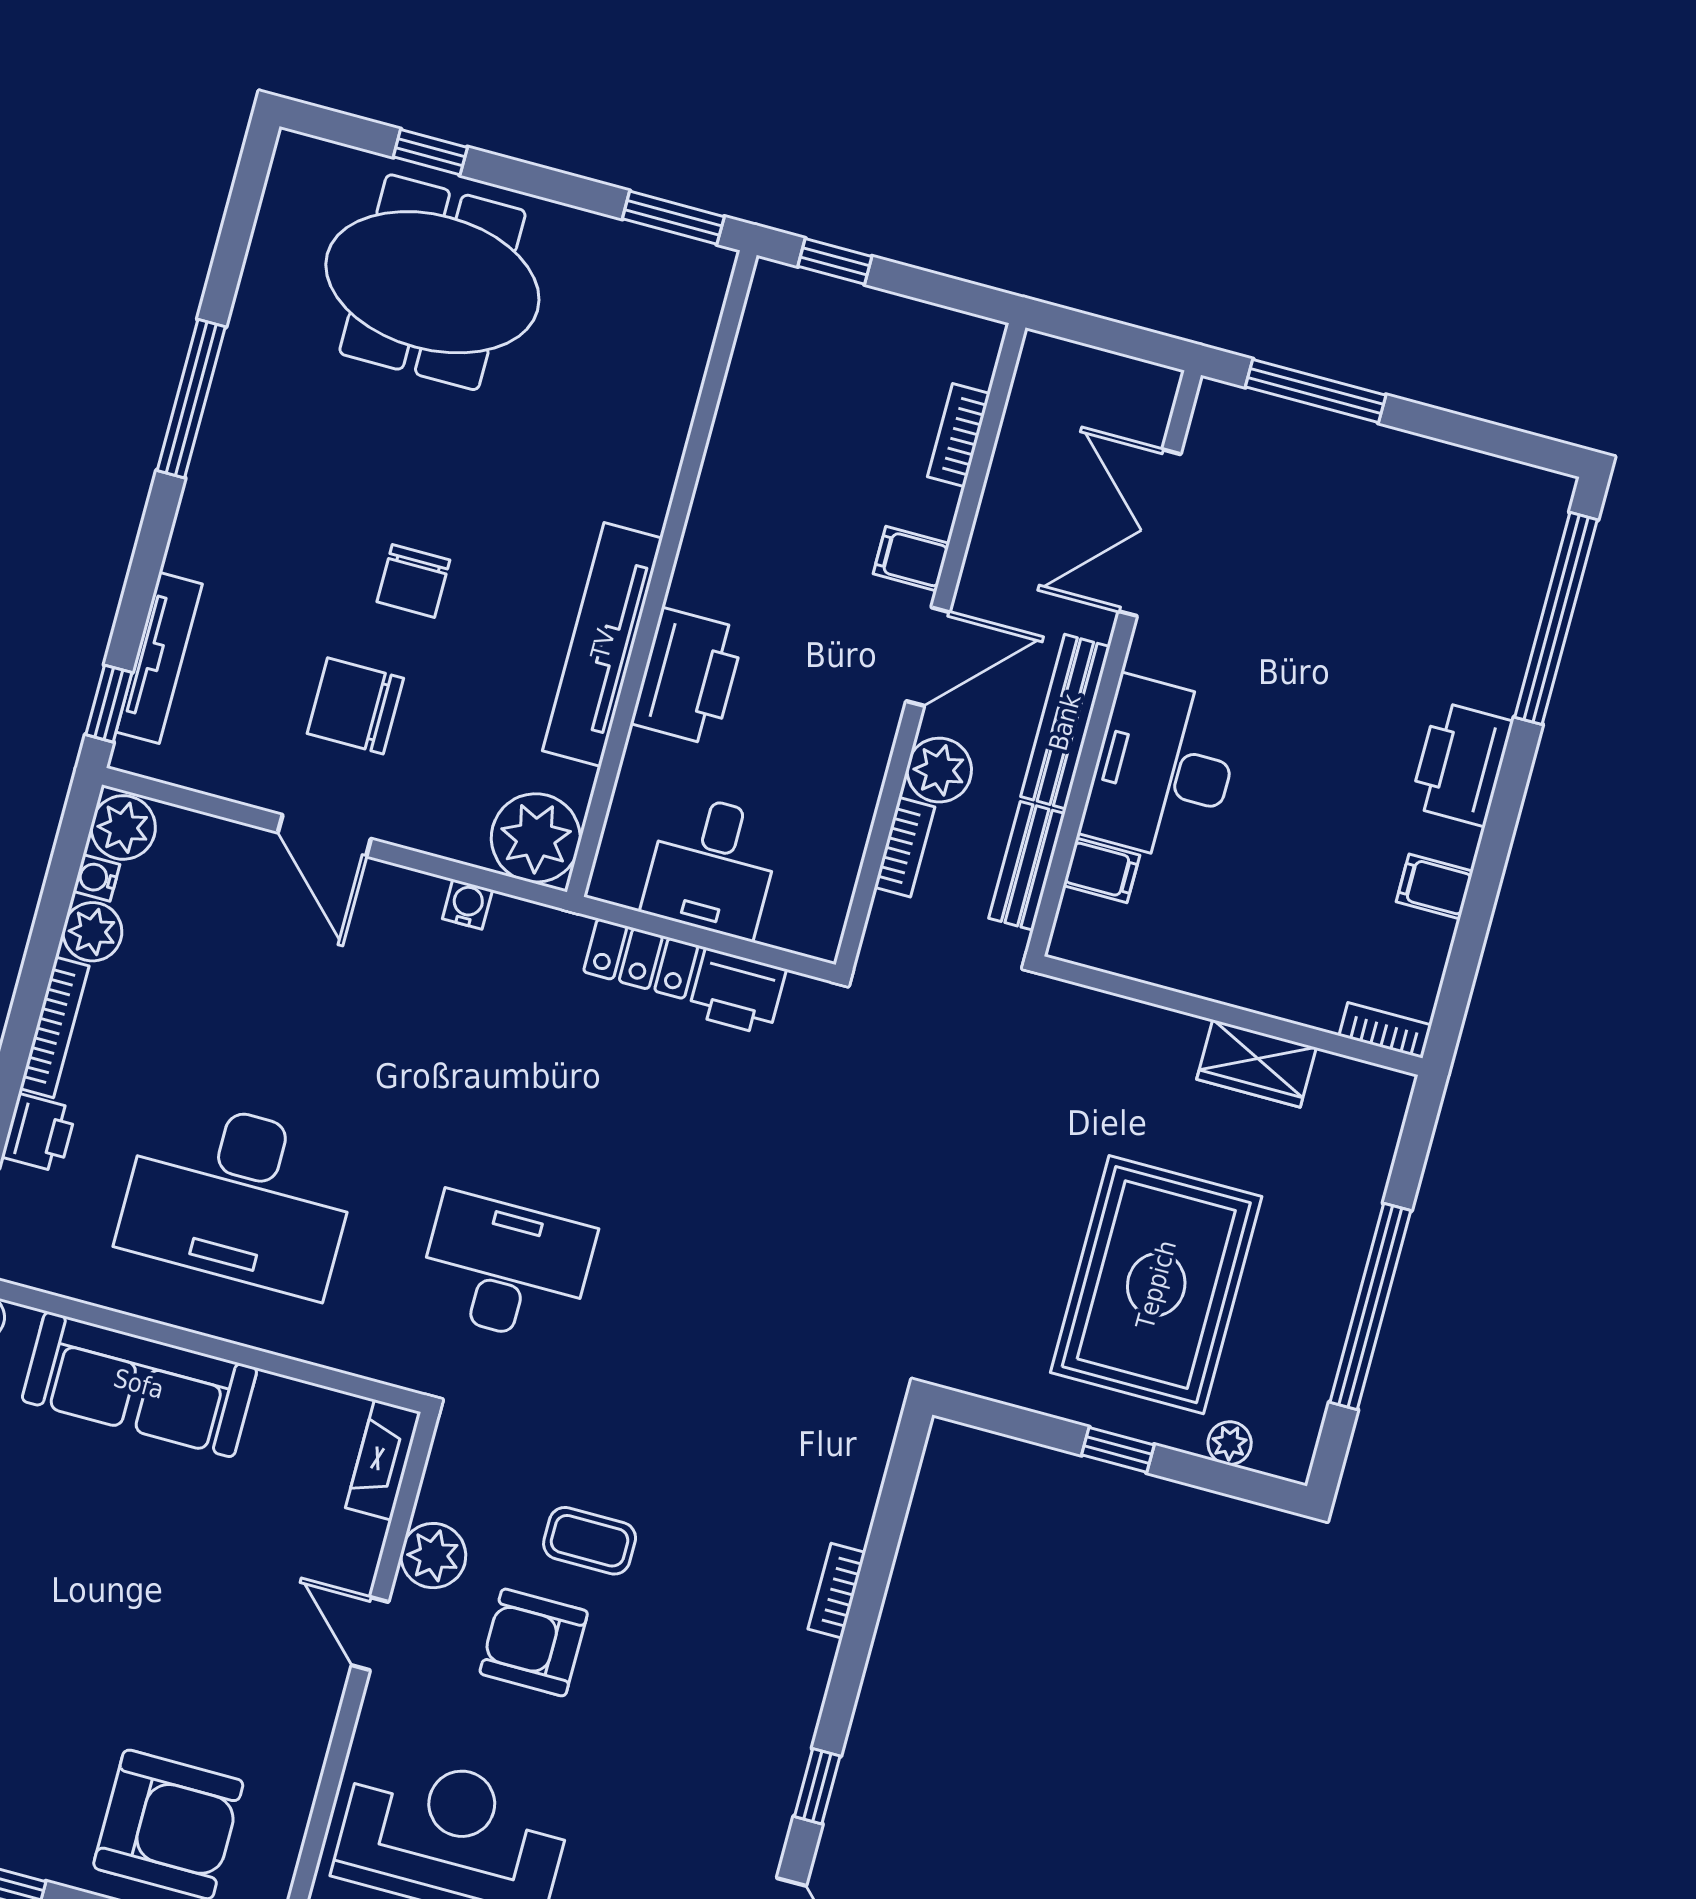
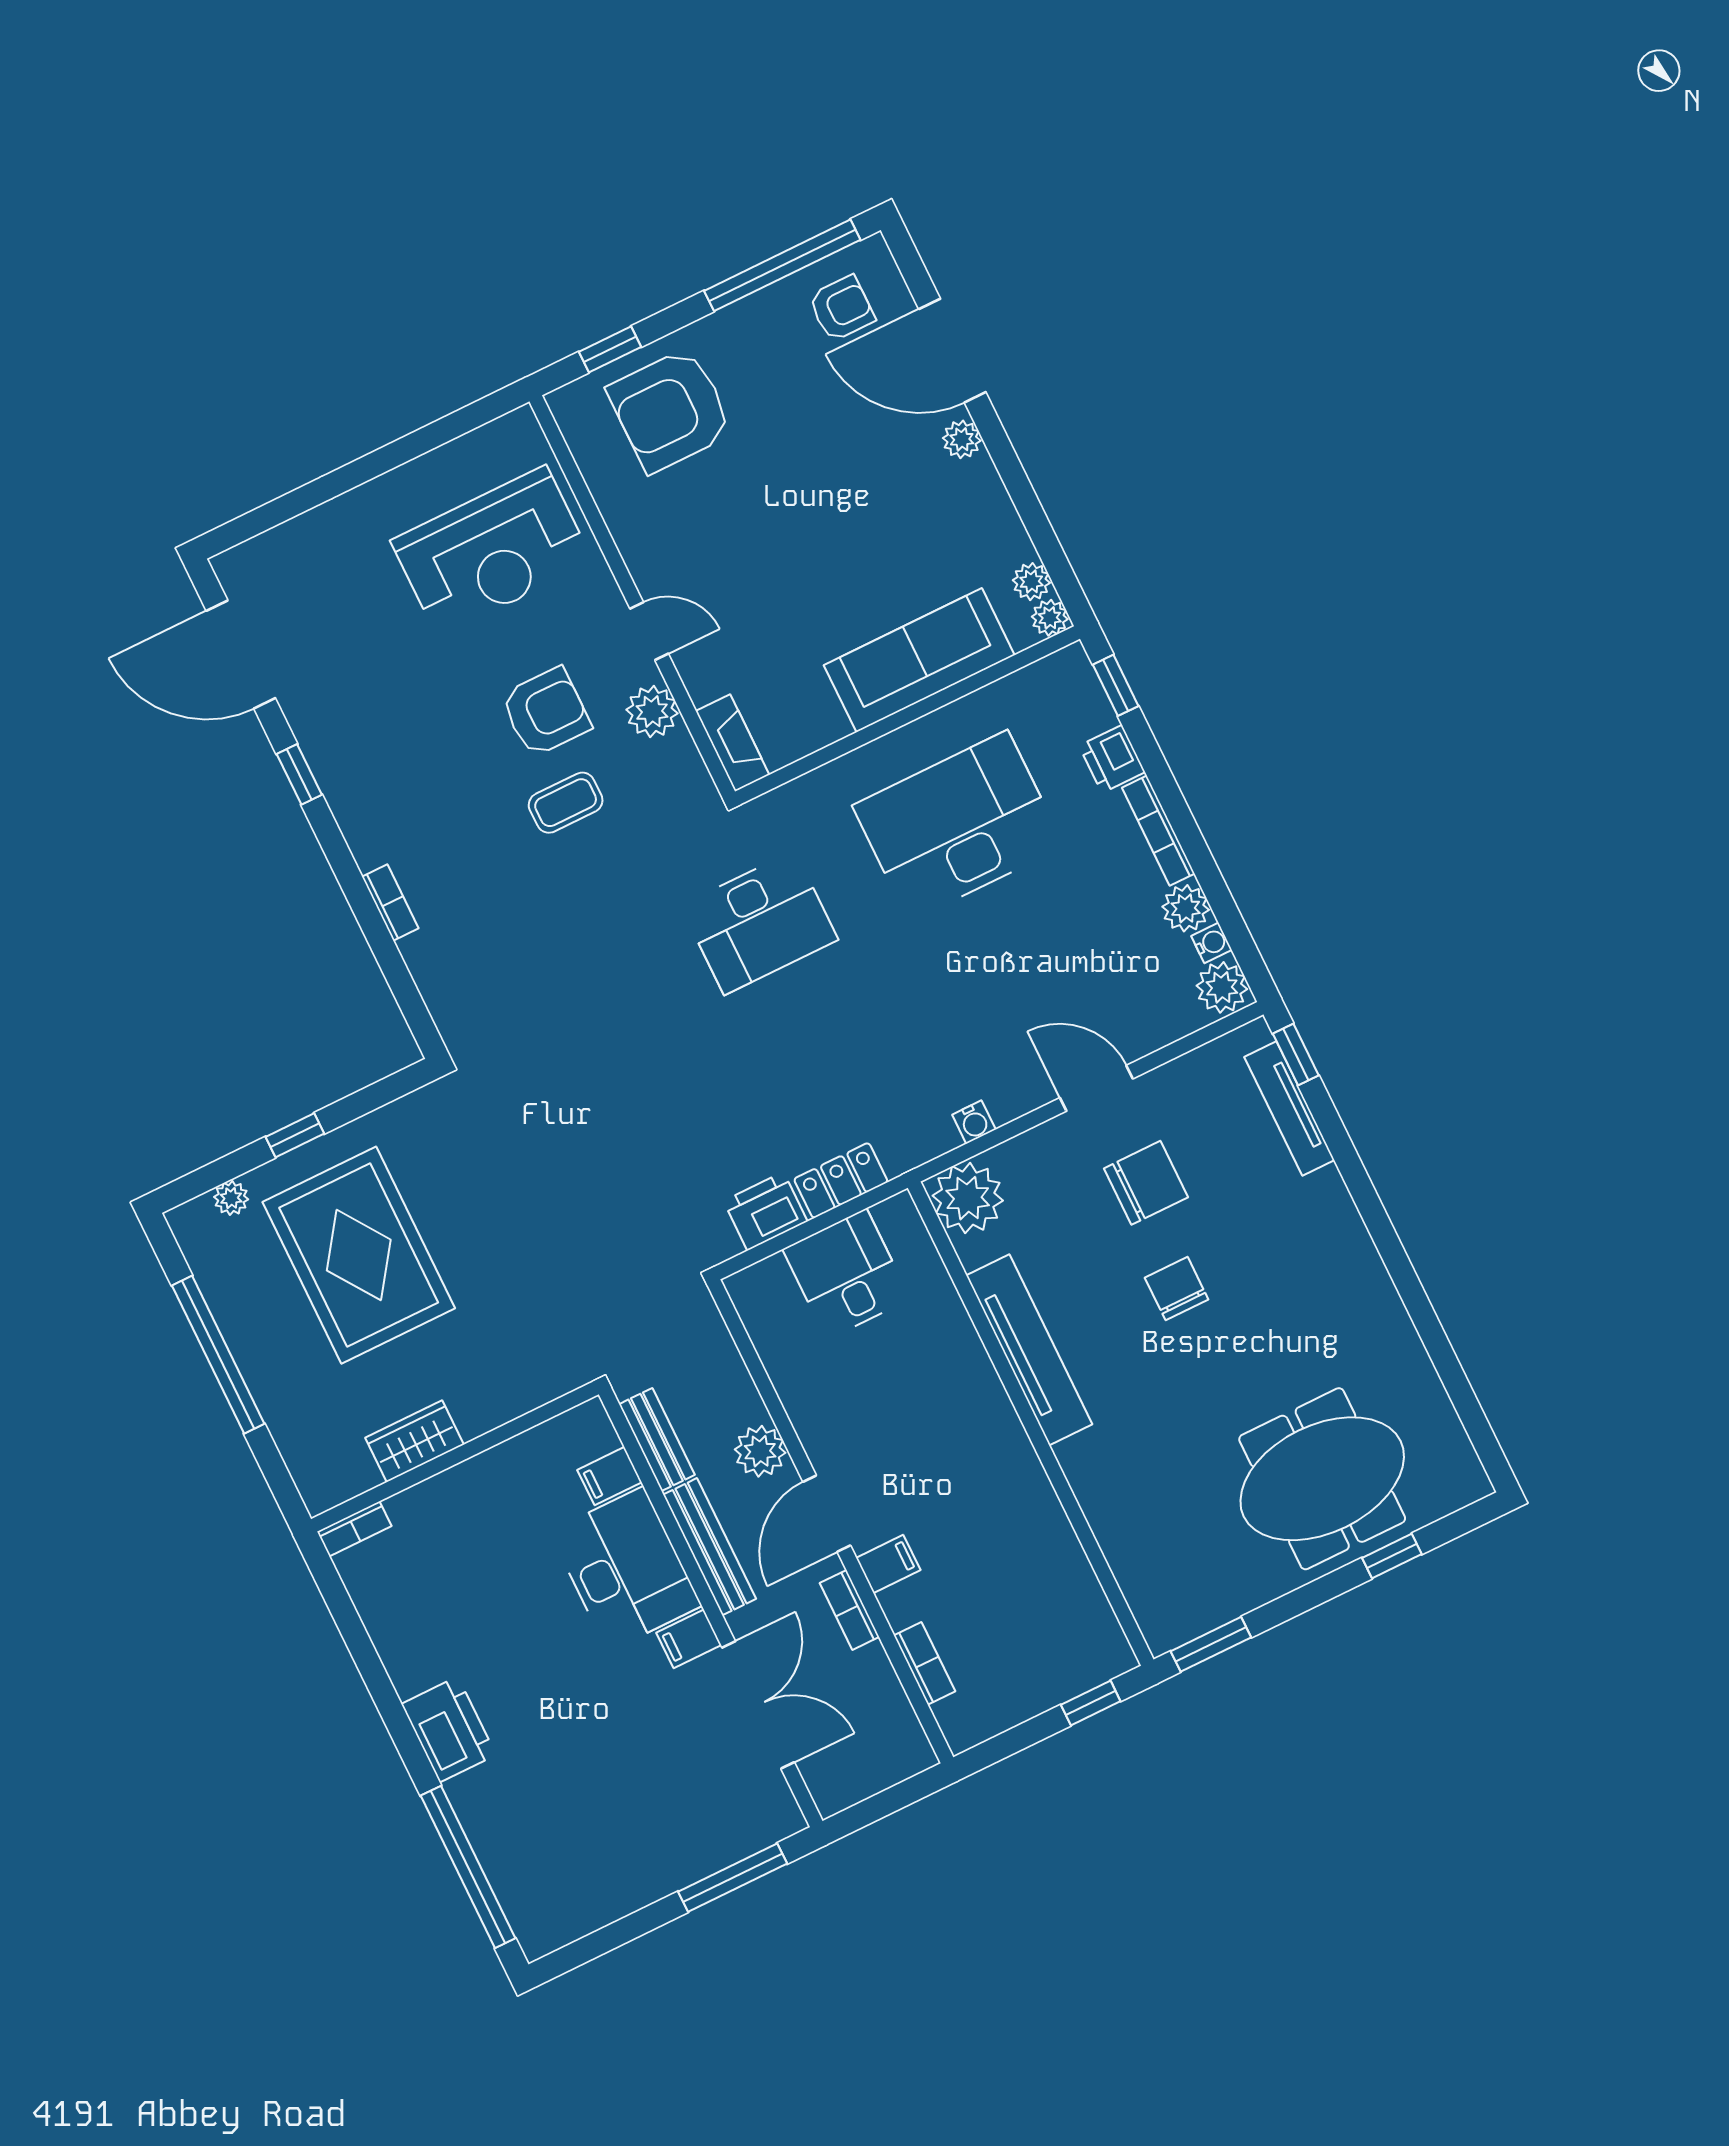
window: (191, 399) -> (1406, 1282), removed
printer: (688, 677) -> (961, 1375), removed
bookcase: (905, 847) -> (849, 1610), moved
filing cabinet: (1435, 886) -> (689, 1639), moved, turned 180

